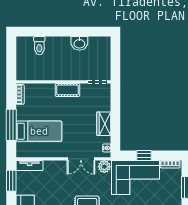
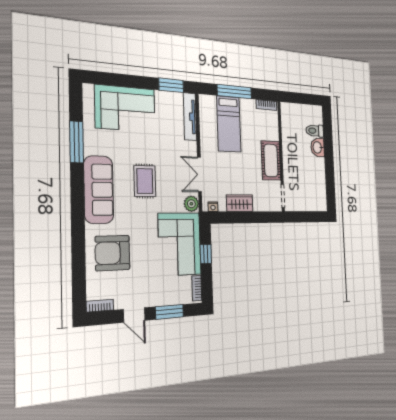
washbasin: (79, 43) -> (318, 147), moved
cot: (68, 90) -> (271, 160), width x1.37, depth x1.34
tv unit: (29, 166) -> (190, 117), width x1.41

